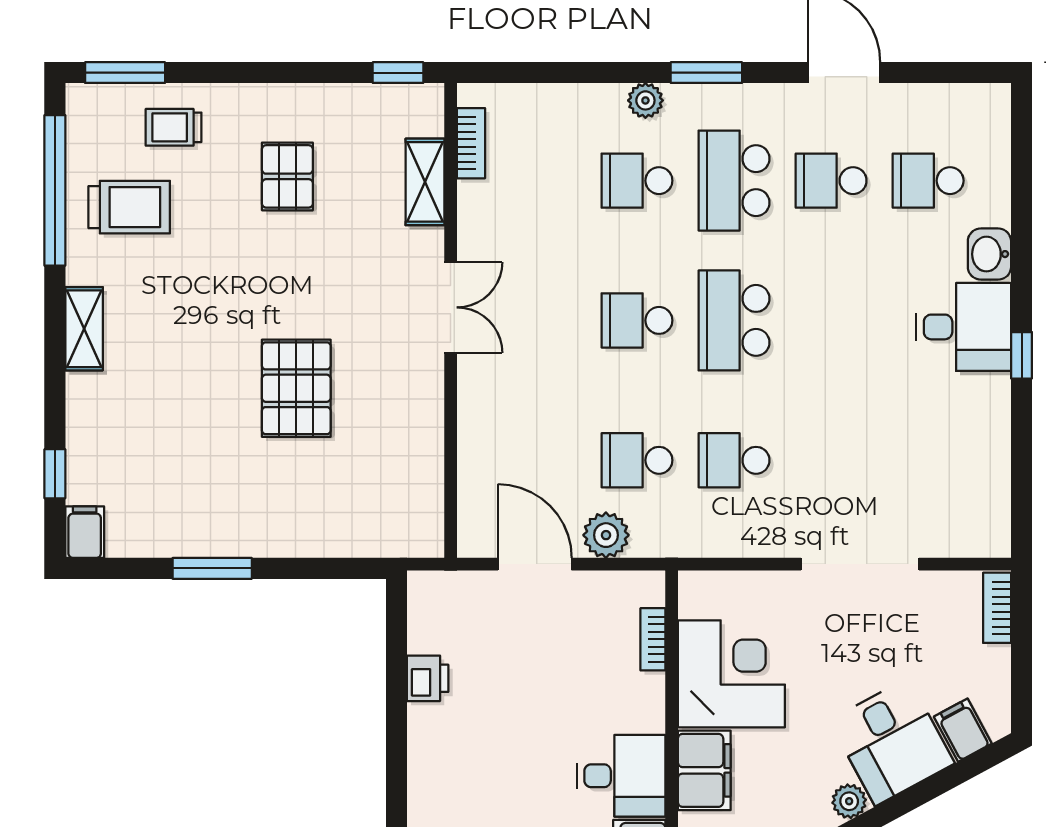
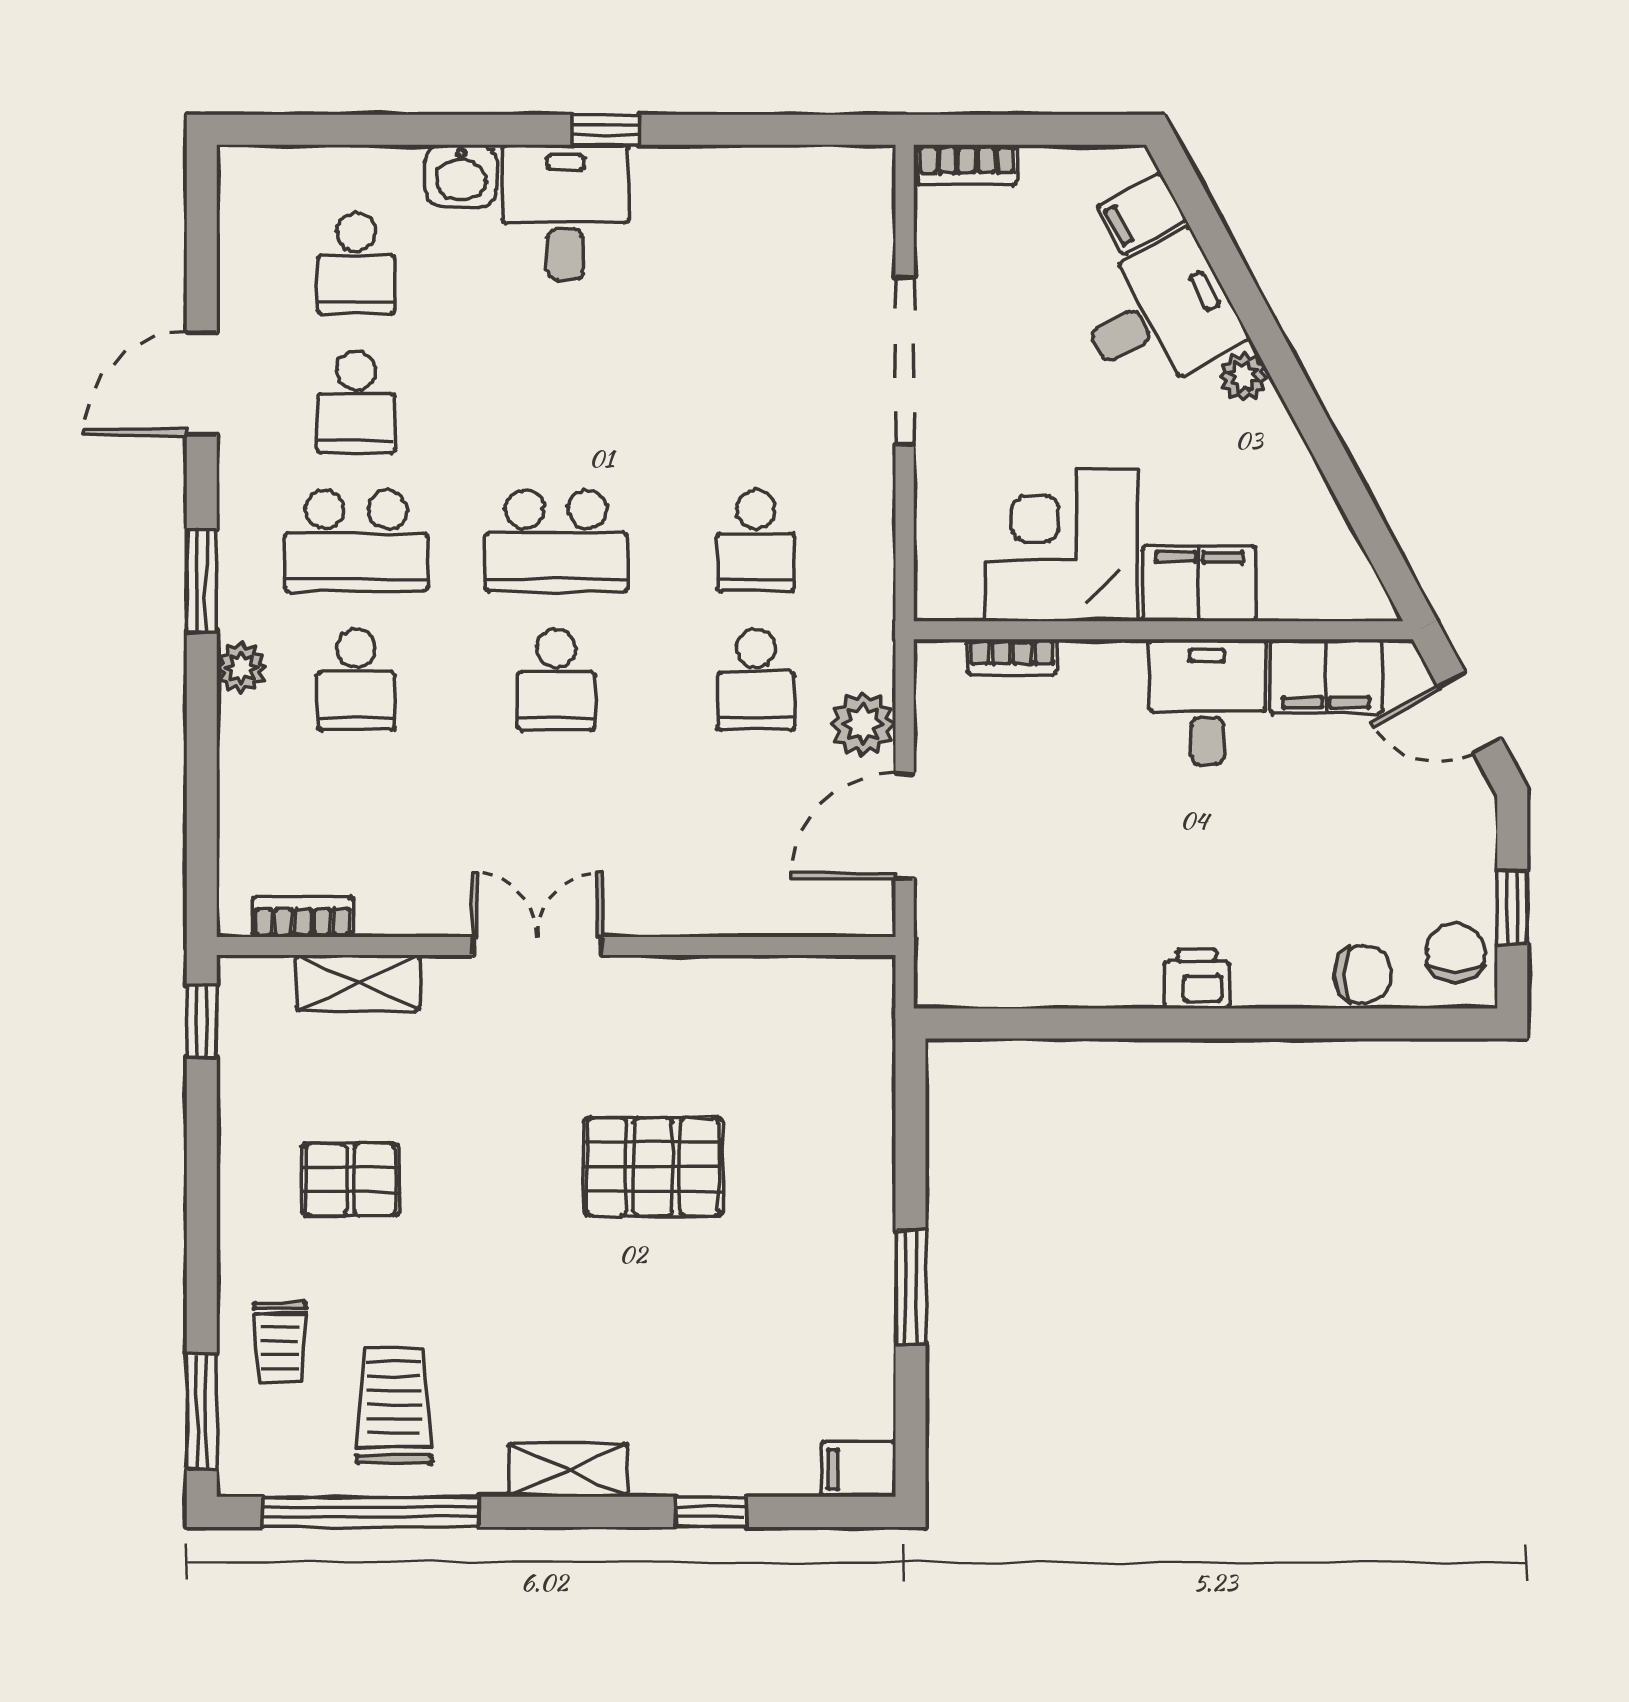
window: (55, 474) -> (711, 1512), moved
printer: (428, 678) -> (1197, 979), moved

